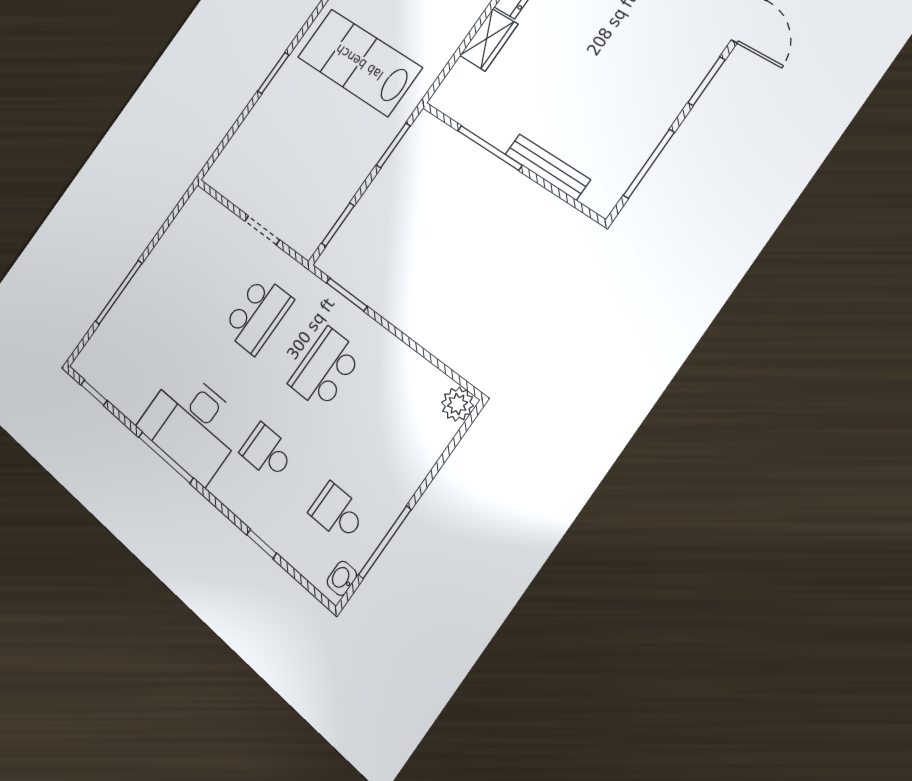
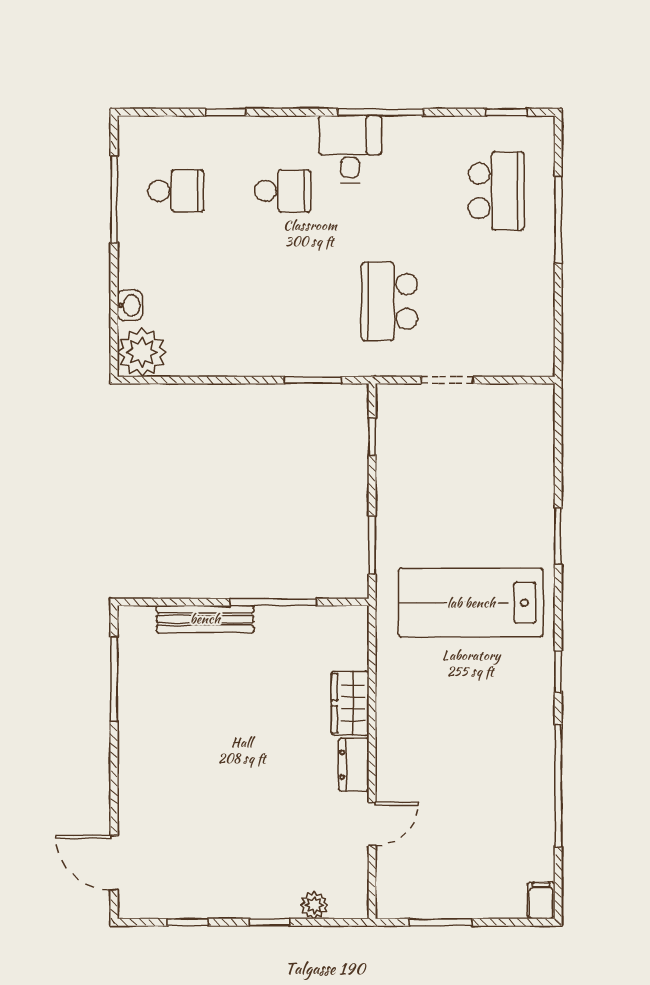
lab bench: (359, 62) -> (471, 603), turned 180
window: (706, 81) -> (114, 785), removed
window: (338, 224) -> (372, 437), width x0.67
school desk: (325, 369) -> (496, 191), moved
plant: (458, 404) -> (142, 352), width x1.36, depth x1.36
desk: (192, 425) -> (350, 149), width x0.53, depth x0.77
washbasin: (342, 578) -> (130, 305), moved

